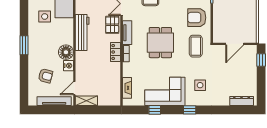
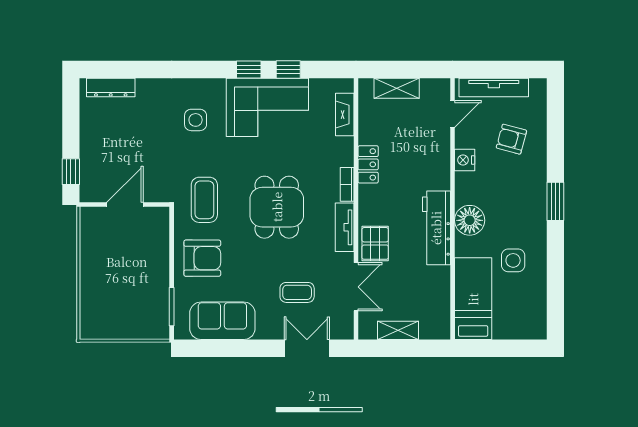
floor lamp: (66, 52) -> (470, 220), moved
locker: (116, 52) -> (368, 164), moved
shelving: (86, 101) -> (397, 88), moved
window: (190, 110) -> (249, 69), moved

